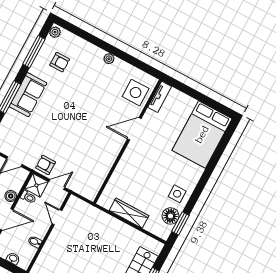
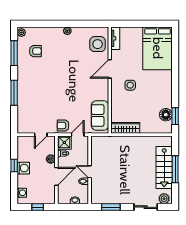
sofa: (28, 95) -> (100, 115), moved, turned 180
side table: (177, 194) -> (130, 85), moved
wardrobe: (129, 213) -> (125, 128), moved
door: (57, 217) -> (90, 172), moved

